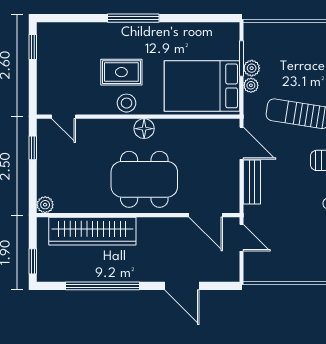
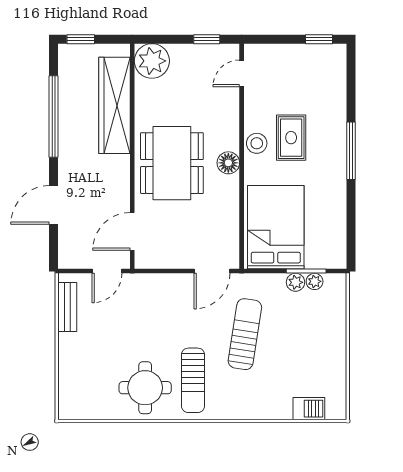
plant: (251, 85) -> (315, 281), moved
bench: (252, 182) -> (67, 307), moved, turned 90
plant: (45, 205) -> (152, 61), width x1.87, depth x1.87

